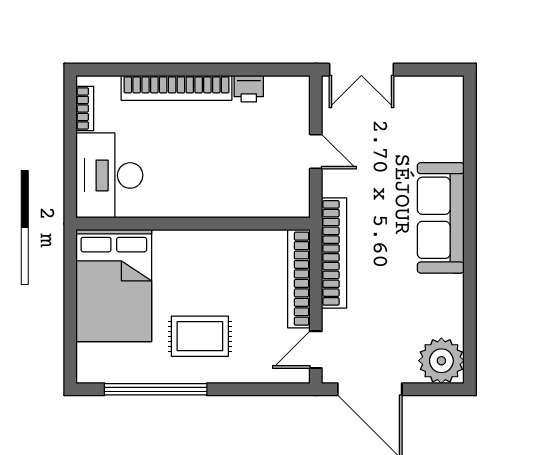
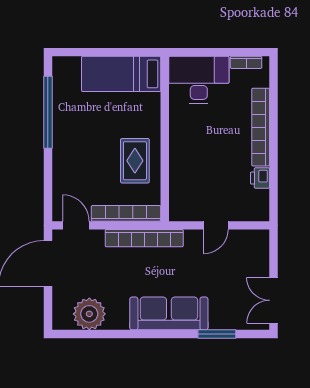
double door: (361, 70) -> (274, 300), moved
window: (470, 150) -> (217, 334), added
bed: (114, 285) -> (121, 74), width x0.67
rug: (200, 336) -> (135, 161), moved
plant: (441, 361) -> (89, 314), moved

